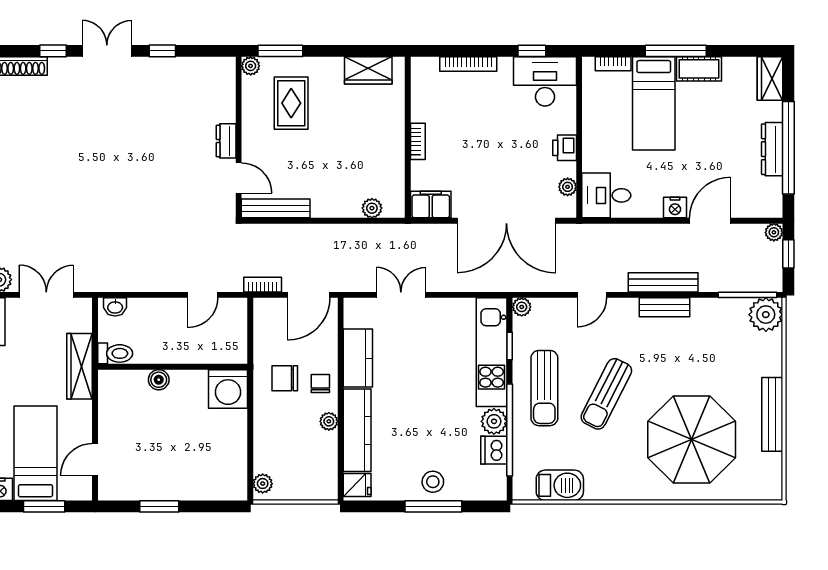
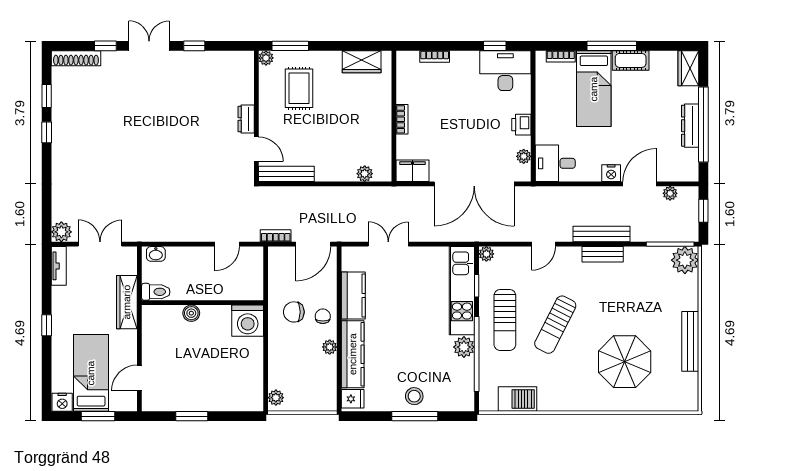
bookcase: (468, 64) -> (435, 56), width x0.64
plant: (774, 232) -> (670, 193), moved
parasol: (692, 439) -> (625, 362), width x0.73, depth x0.73
dishwasher: (494, 450) -> (464, 370), removed

